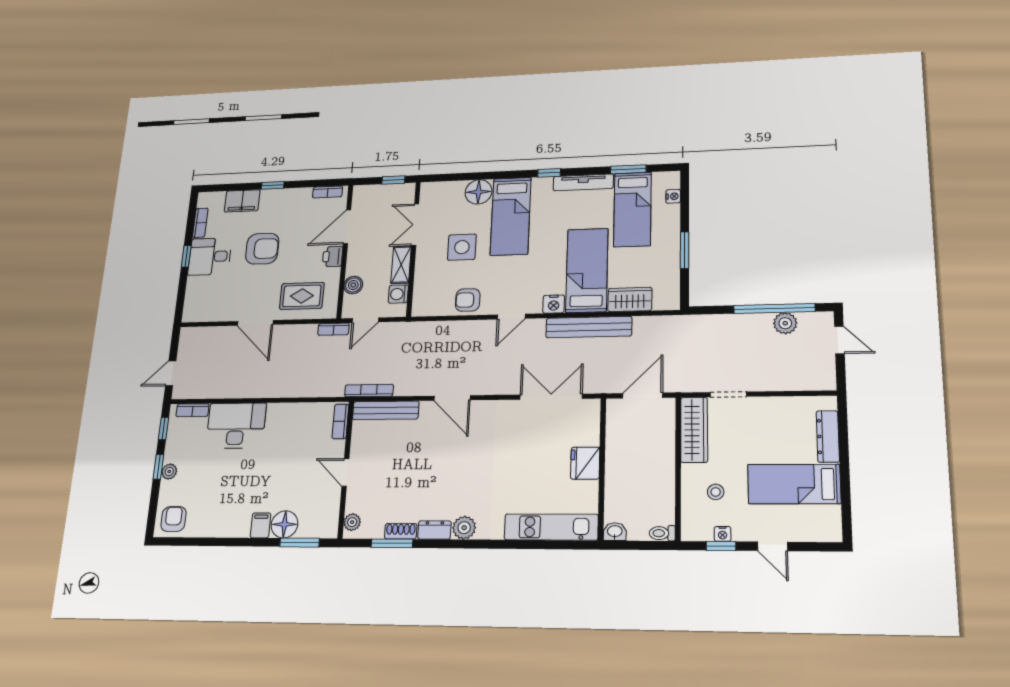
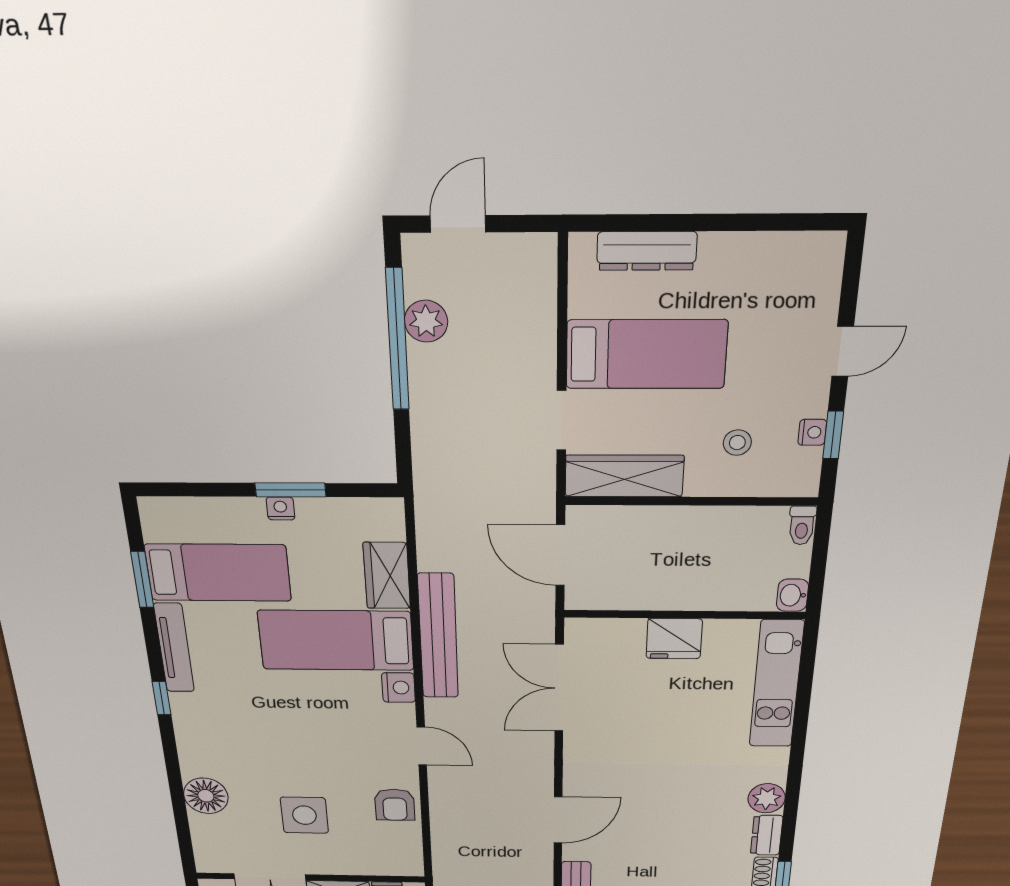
nightstand: (673, 196) -> (280, 508), moved
bed: (511, 216) -> (245, 751), removed
bed: (794, 484) -> (646, 354), moved, turned -90

